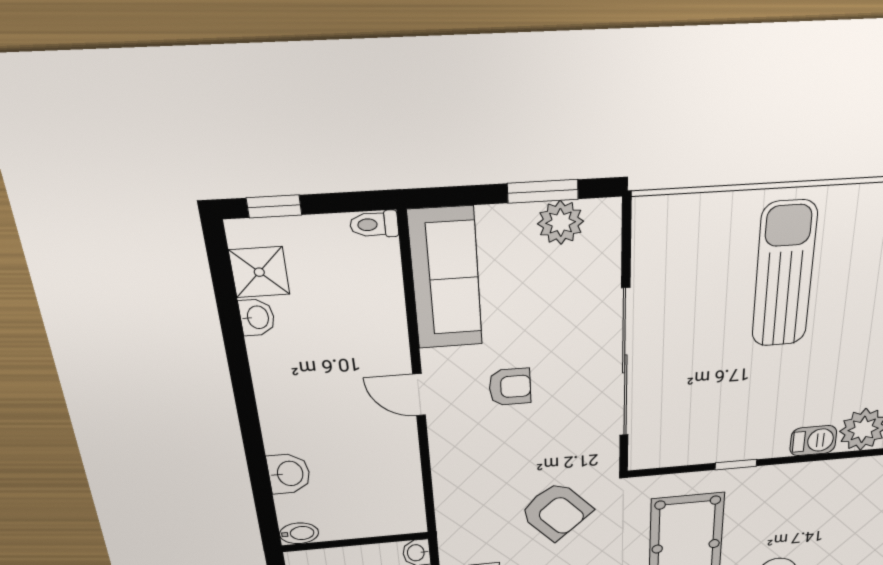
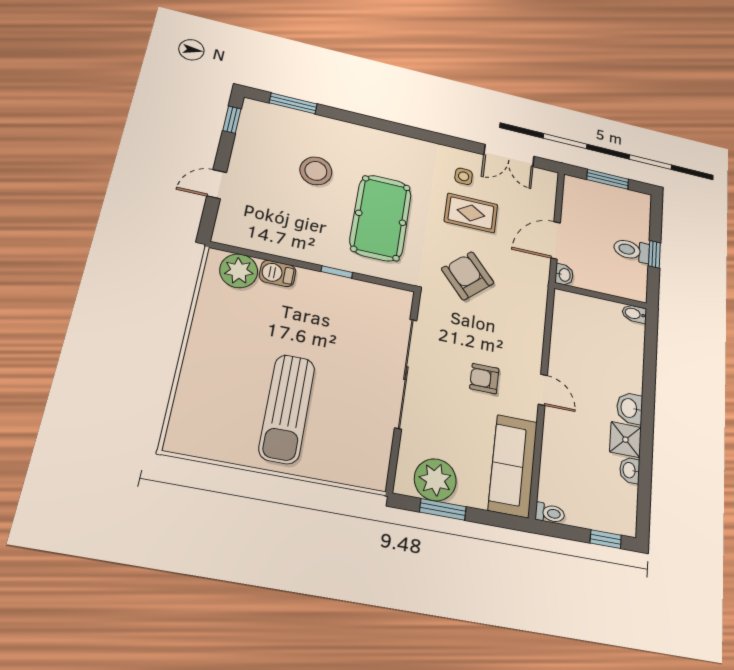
plant: (561, 222) -> (435, 480), width x1.36, depth x1.36
shower: (259, 272) -> (625, 440), moved
washbasin: (289, 474) -> (630, 408), moved

